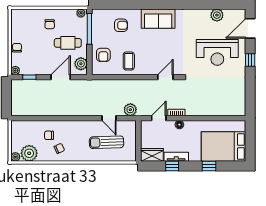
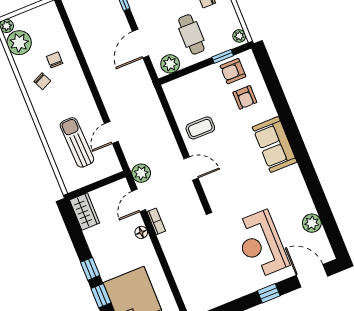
window: (89, 29) -> (223, 56), width x0.46
armchair: (103, 55) -> (233, 71), moved
door: (61, 77) -> (141, 44), swing flipped
door: (165, 77) -> (191, 168), moved
plant: (130, 110) -> (141, 173), moved
door: (159, 118) -> (139, 200), swing flipped
tv unit: (176, 157) -> (95, 246), removed
window: (172, 166) -> (90, 269), moved

